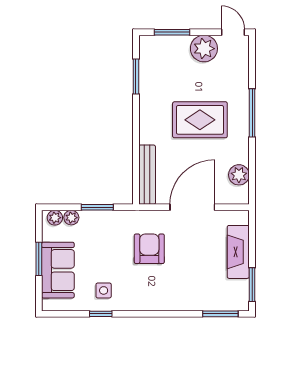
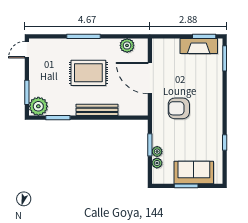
plant: (204, 49) -> (38, 106), moved
rug: (200, 120) -> (88, 73), turned 90
bench: (147, 175) -> (97, 110), moved
plant: (55, 218) -> (157, 152), moved
fireplace: (238, 252) -> (199, 46), moved
side table: (104, 290) -> (208, 140), removed

